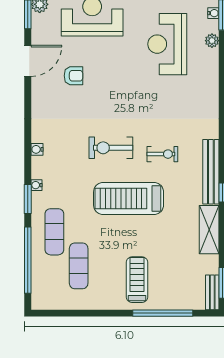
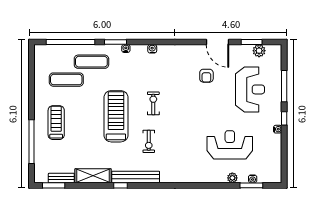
exercise bike: (111, 148) -> (153, 103), width x0.73, depth x0.72
treadmill: (137, 280) -> (56, 123), turned -90
bench: (212, 292) -> (61, 178), moved

